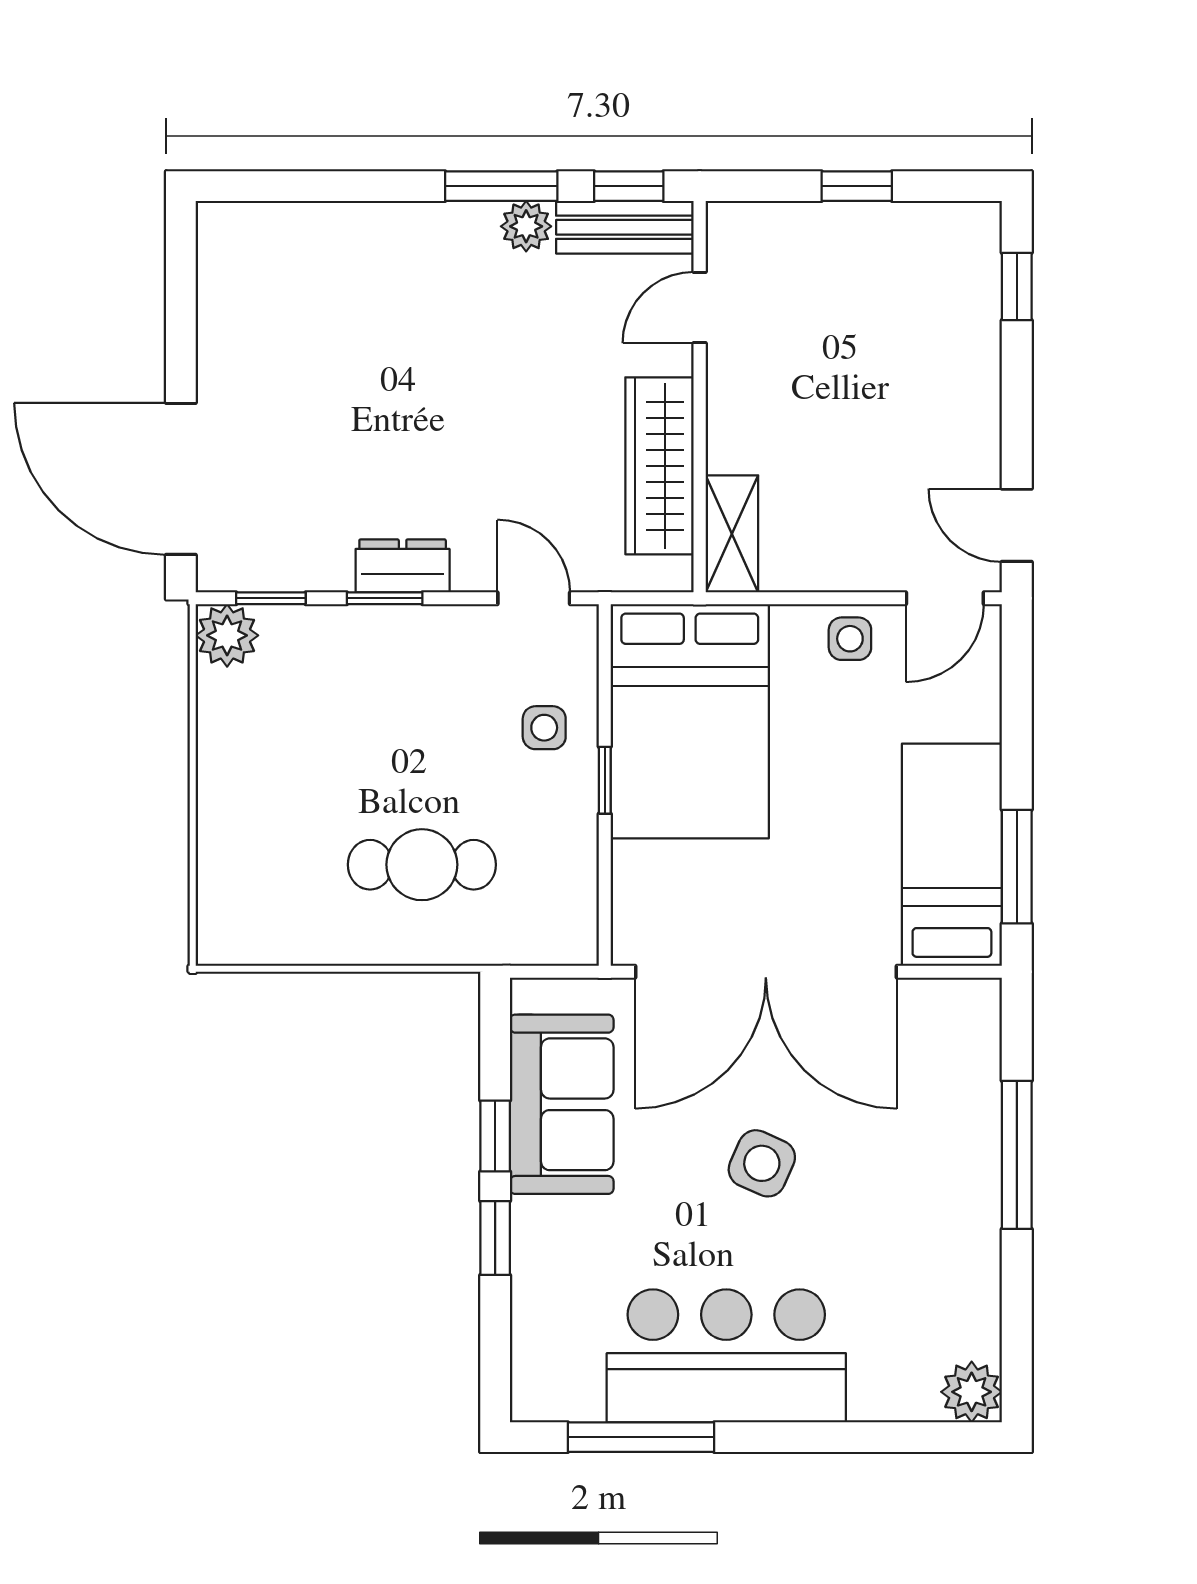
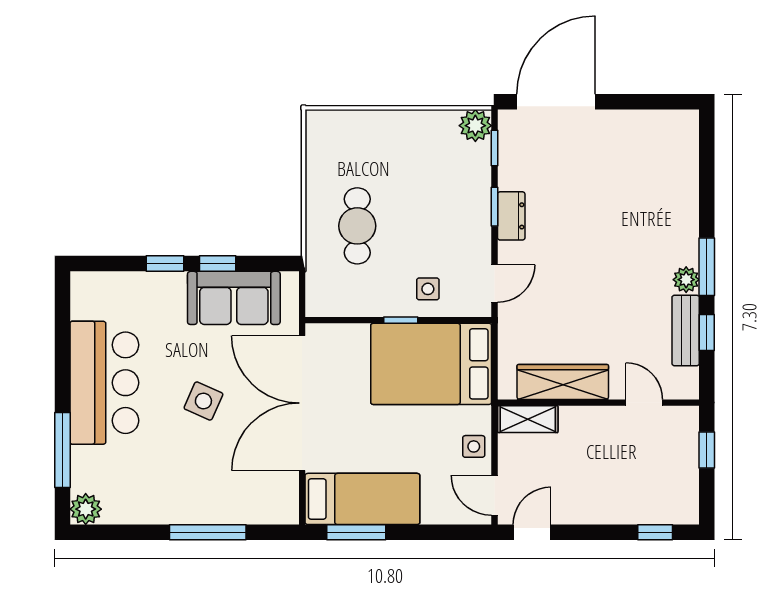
door: (700, 307) -> (644, 403), moved
wall: (700, 397) -> (598, 403), moved
wardrobe: (659, 466) -> (563, 382), moved
shelving: (732, 534) -> (528, 419), moved
window: (641, 1437) -> (62, 450), moved

